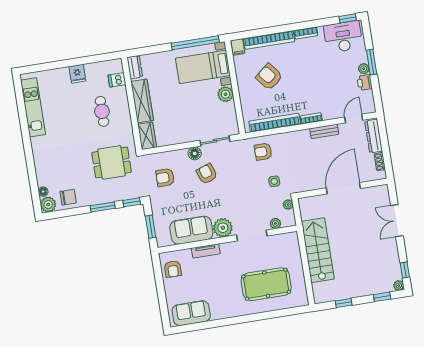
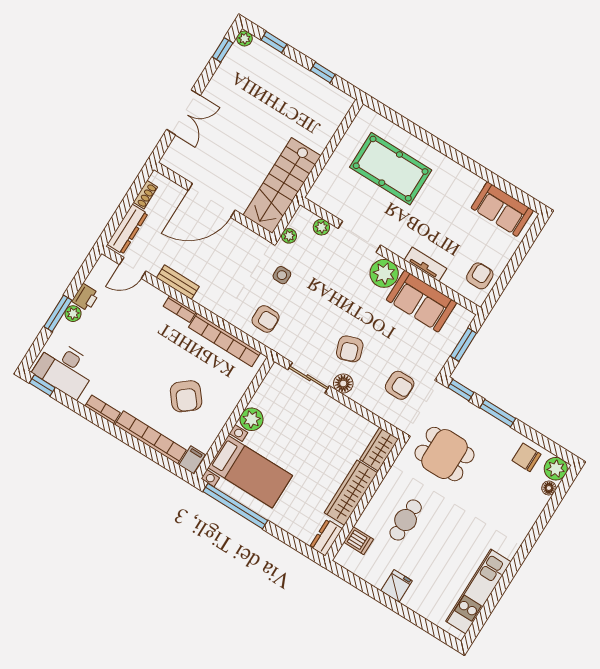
stairs: (318, 250) -> (282, 185), moved

